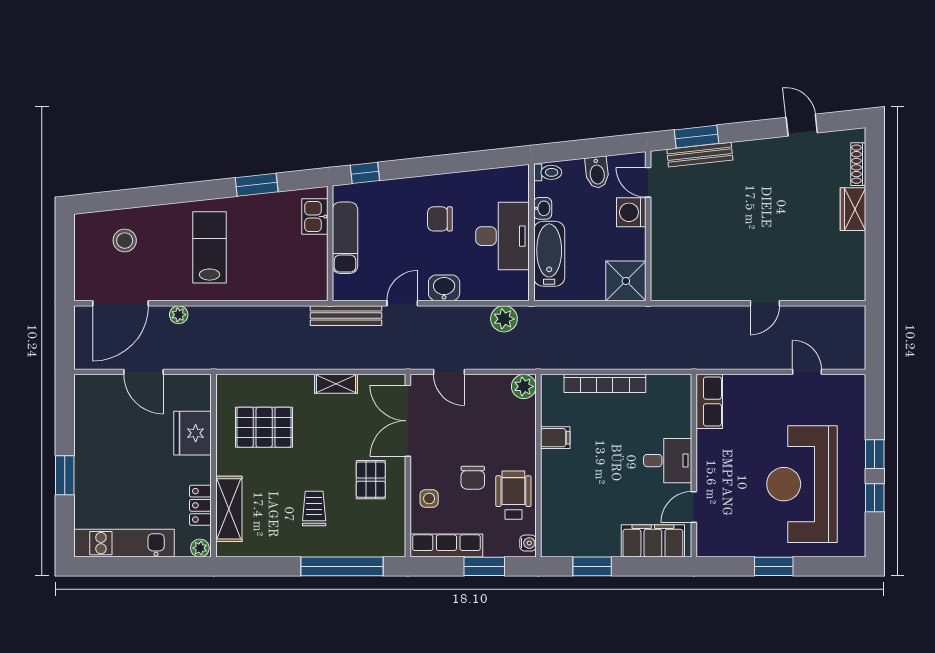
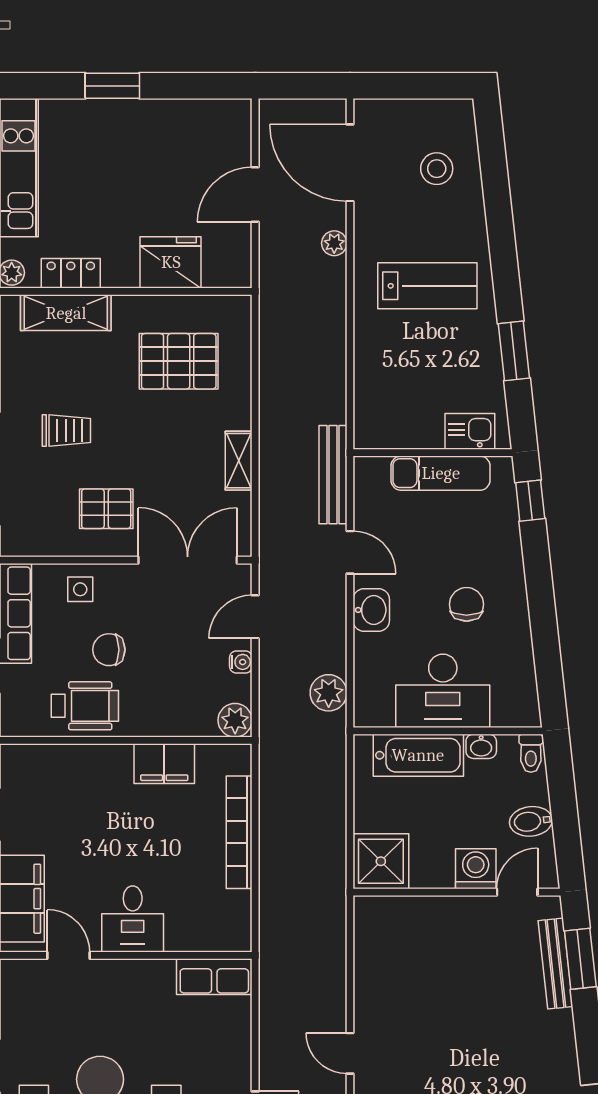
pallet: (264, 427) -> (179, 361), turned 90
filing cabinet: (555, 438) -> (164, 764), width x2.00
water cooler: (528, 543) -> (241, 662), moved, turned -90

